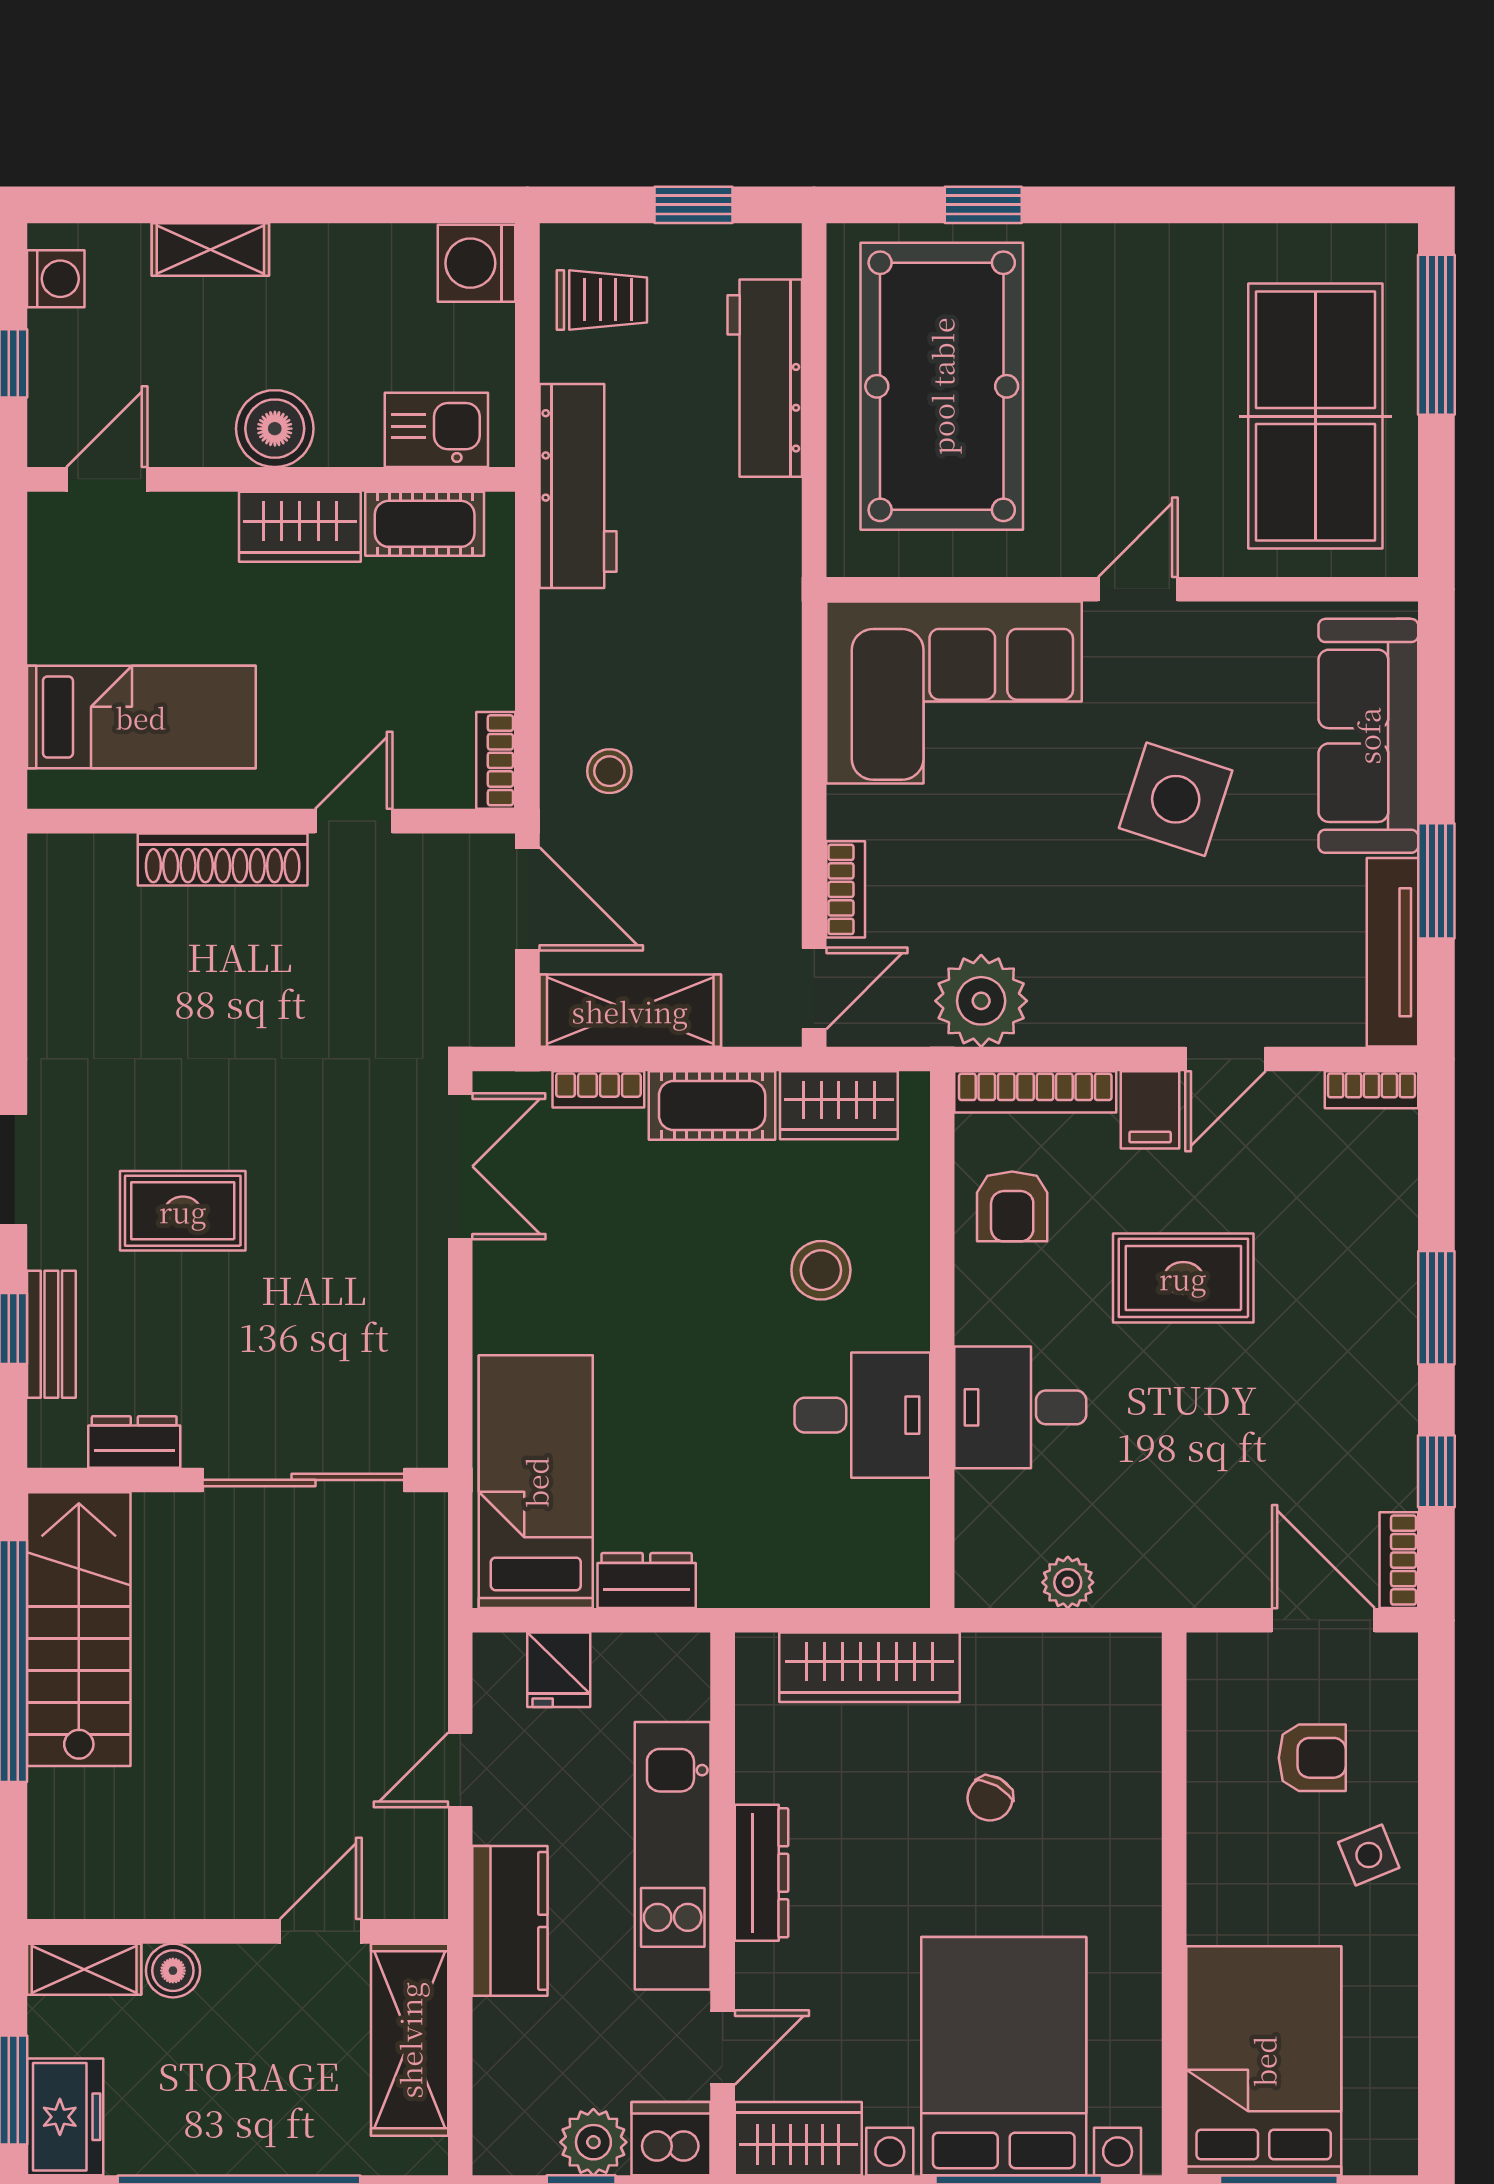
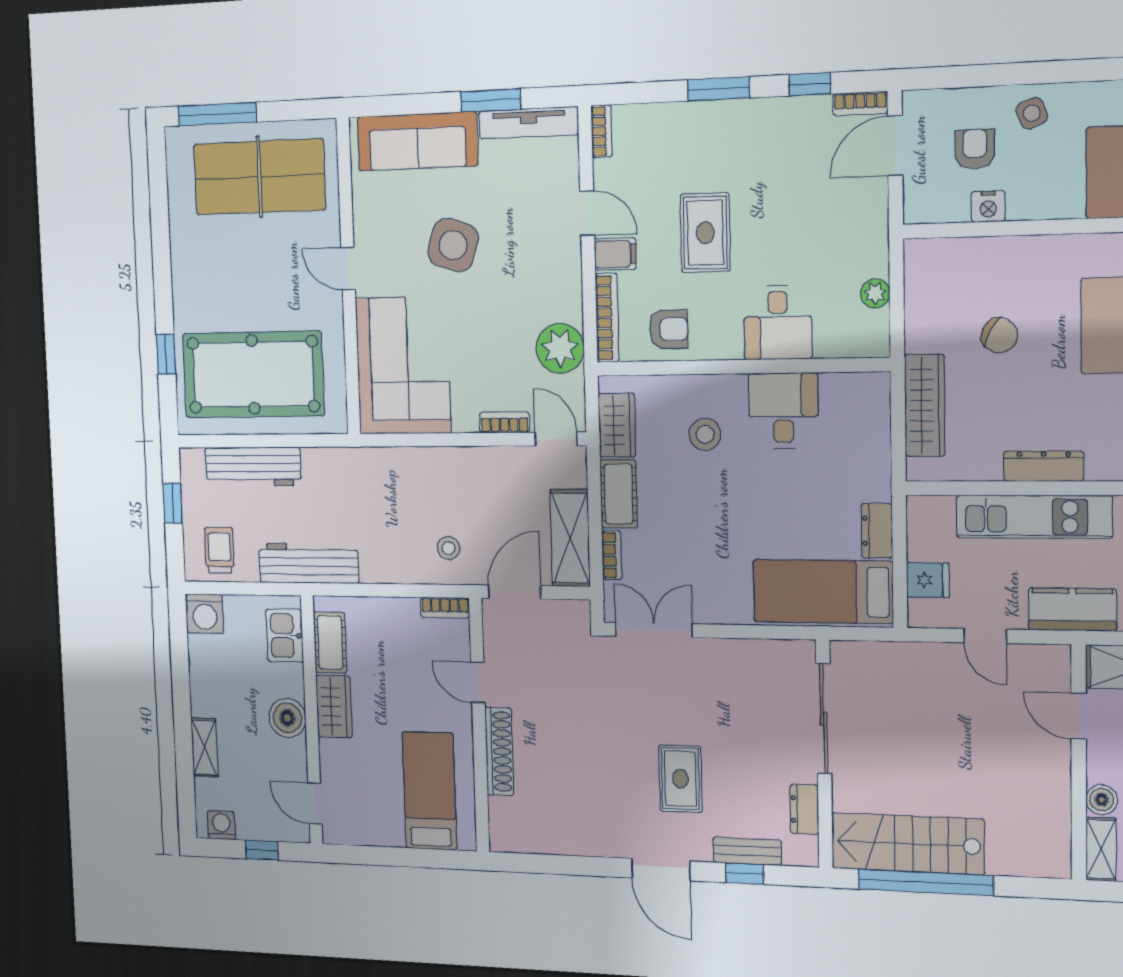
nightstand: (1213, 1780) -> (988, 206), added
chair: (990, 1798) -> (1000, 335), width x1.37, depth x1.37

